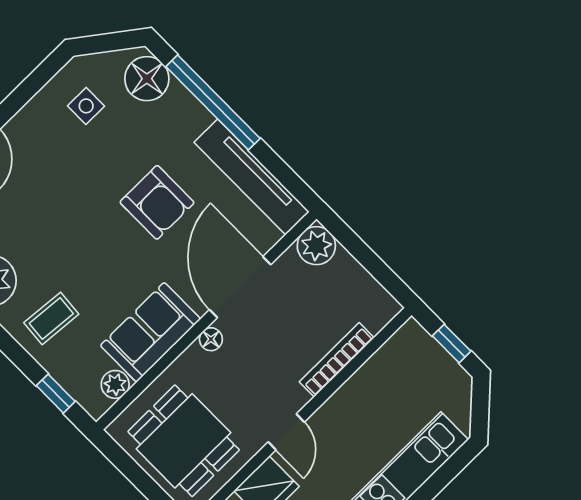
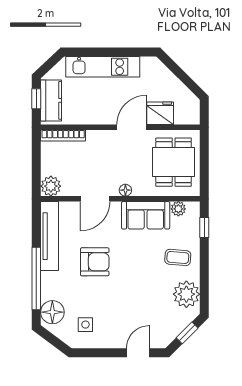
armchair: (157, 202) -> (95, 262), turned 90
door: (240, 287) -> (95, 199), width x0.73
bookcase: (337, 360) -> (63, 136), moved
kitchen counter: (430, 361) -> (51, 100), added
door: (286, 432) -> (132, 127), width x1.37

